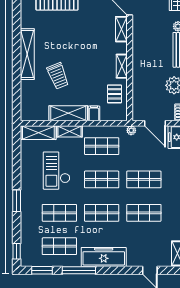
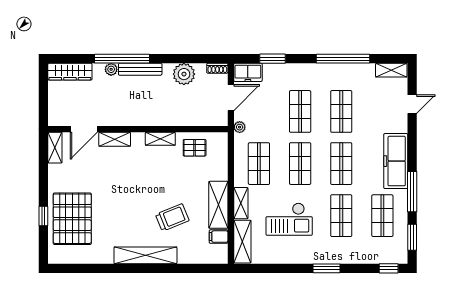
filing cabinet: (94, 113) -> (219, 237), moved

